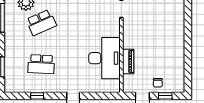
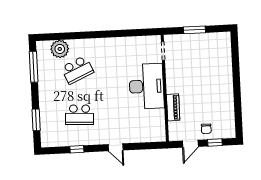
desk: (104, 58) -> (146, 86), moved

